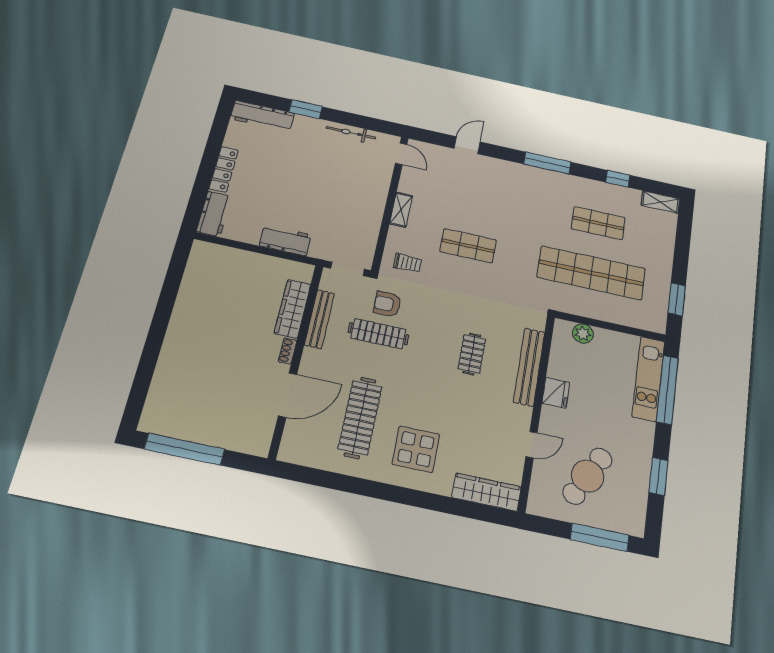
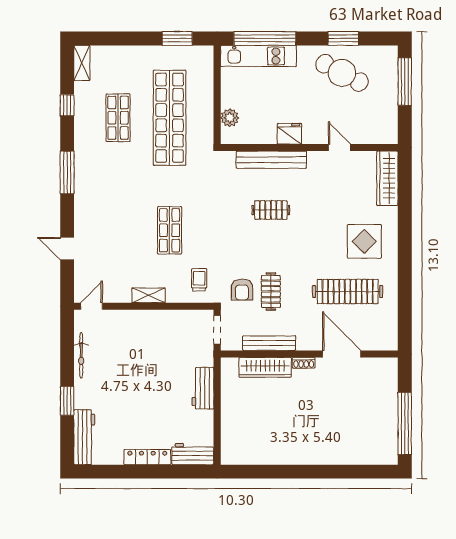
clothes rail: (378, 334) -> (271, 292), width x0.73
cafe table: (588, 476) -> (342, 73), moved

